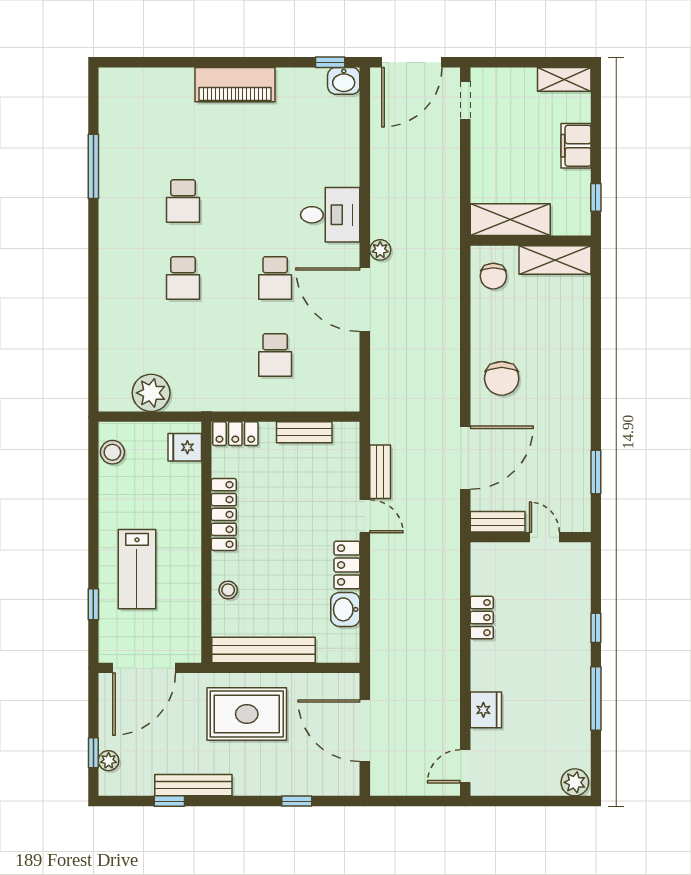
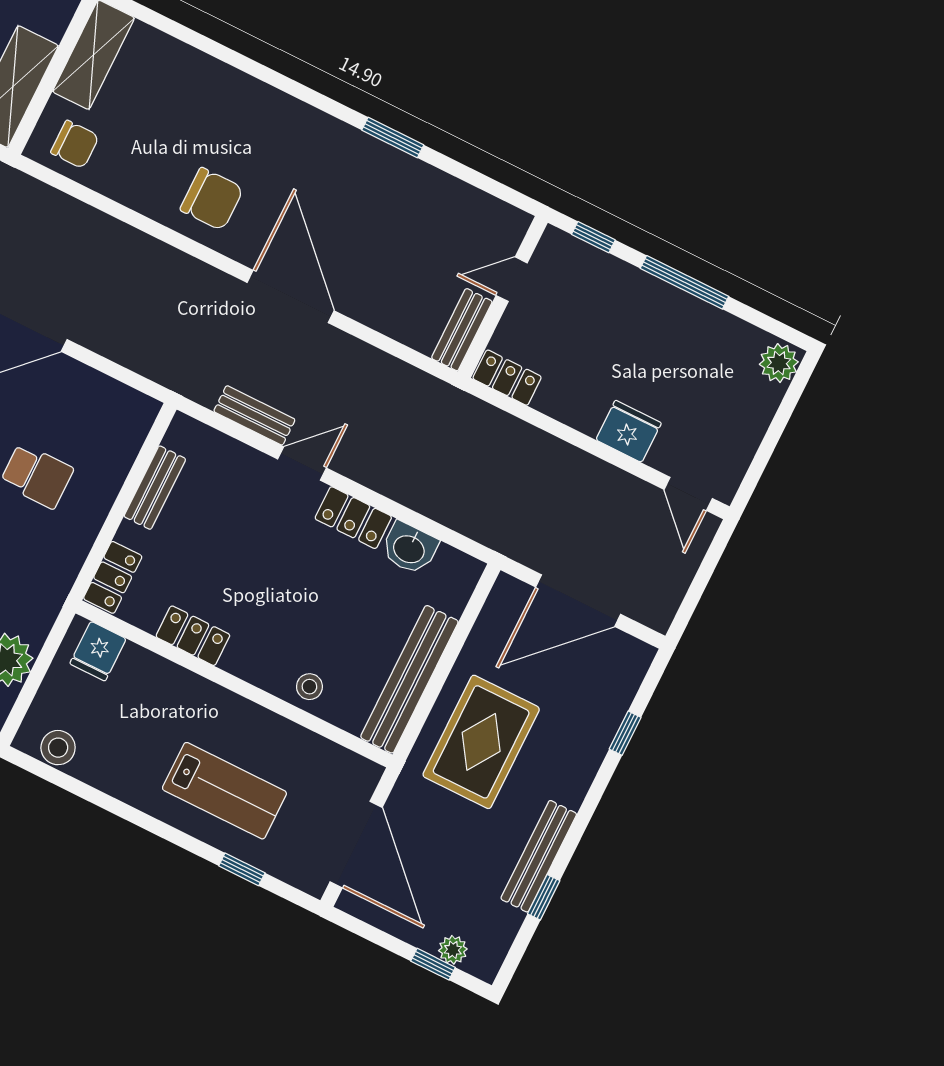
locker: (224, 514) -> (193, 636), width x0.66
bench: (498, 522) -> (462, 330), moved
wall: (531, 537) -> (503, 297), moved
door: (544, 537) -> (512, 279), moved

